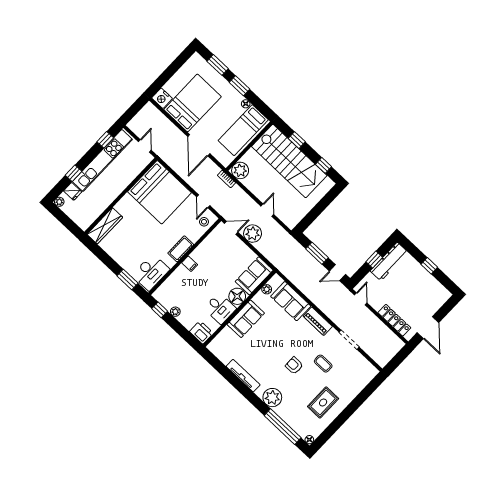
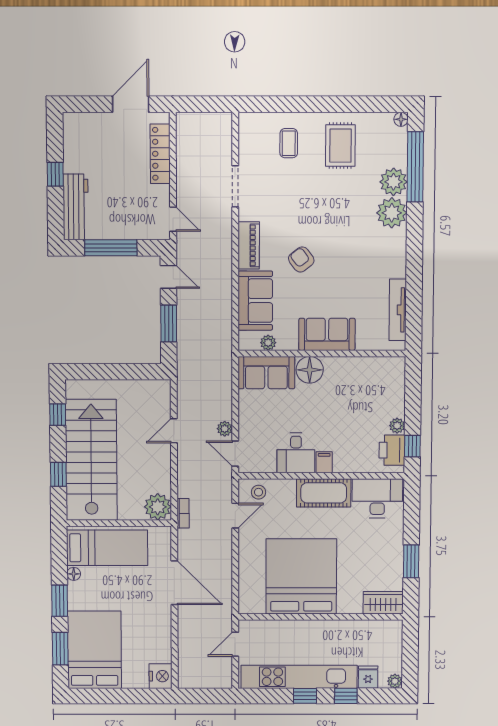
bed: (193, 103) -> (94, 650), moved, turned 90
window: (105, 140) -> (305, 696), moved
door: (199, 145) -> (174, 583), hinge flipped
bed: (159, 192) -> (301, 577), moved
wardrobe: (105, 226) -> (383, 603), width x0.67
plant: (253, 234) -> (225, 429), width x0.53, depth x0.53
cot: (181, 249) -> (324, 493), width x1.37, depth x1.34
window: (374, 260) -> (111, 248), width x2.17
workbench: (389, 262) -> (76, 207), moved, turned 90
window: (128, 279) -> (411, 561), moved
door: (361, 299) -> (173, 219), swing flipped
desk: (220, 308) -> (296, 453), moved, turned 180
printer: (201, 332) -> (392, 450), moved
coffee table: (323, 364) -> (289, 143), moved
armchair: (294, 366) -> (301, 259), moved, turned 143
tv unit: (243, 376) -> (398, 310), moved
rug: (323, 402) -> (340, 146), turned 90
plant: (285, 411) -> (393, 182), added

